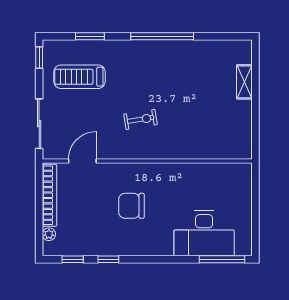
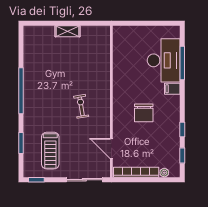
shelving: (244, 82) -> (67, 31), moved
filing cabinet: (165, 245) -> (172, 89), added
window: (222, 259) -> (182, 63), moved

